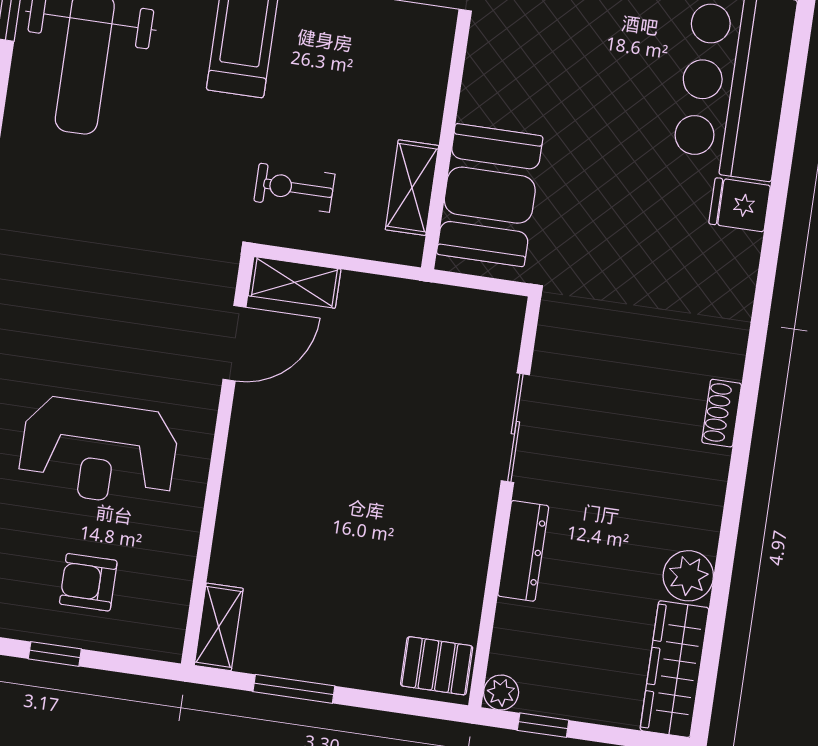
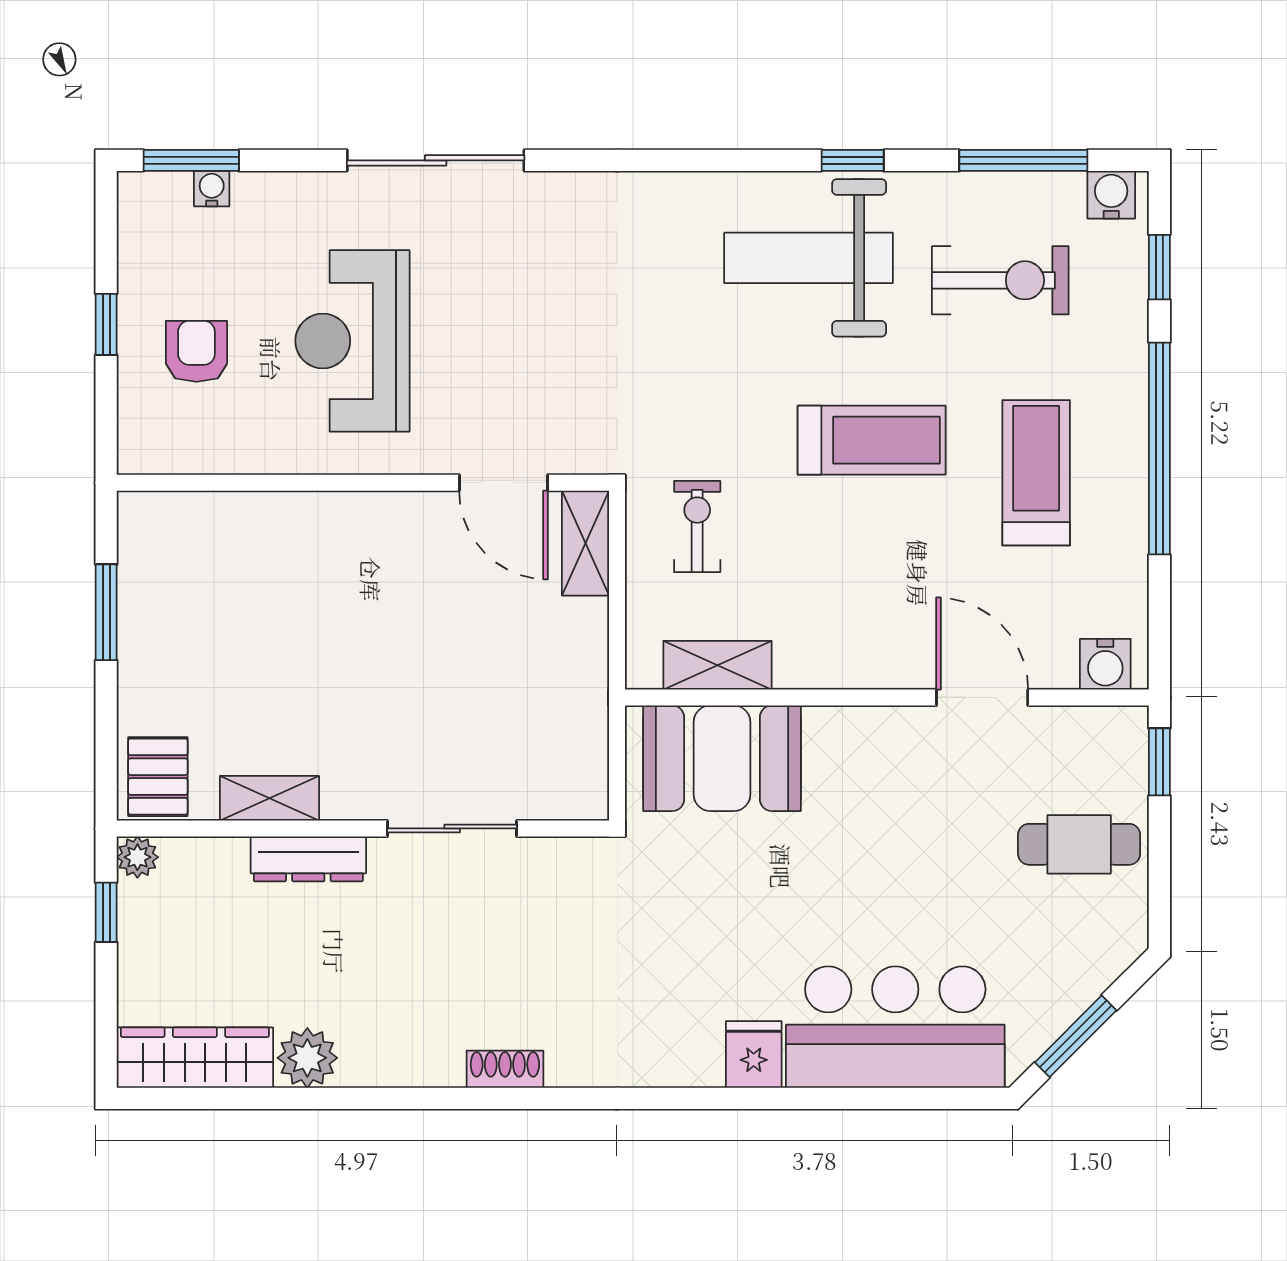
shelving: (219, 627) -> (269, 798), moved

